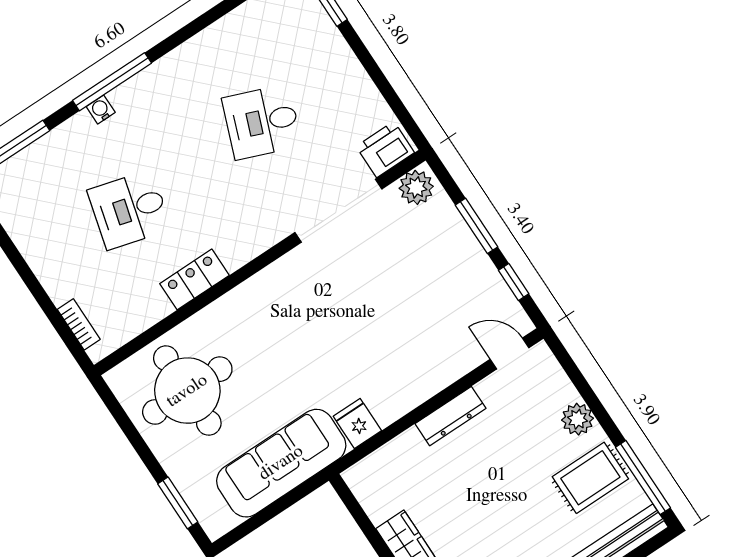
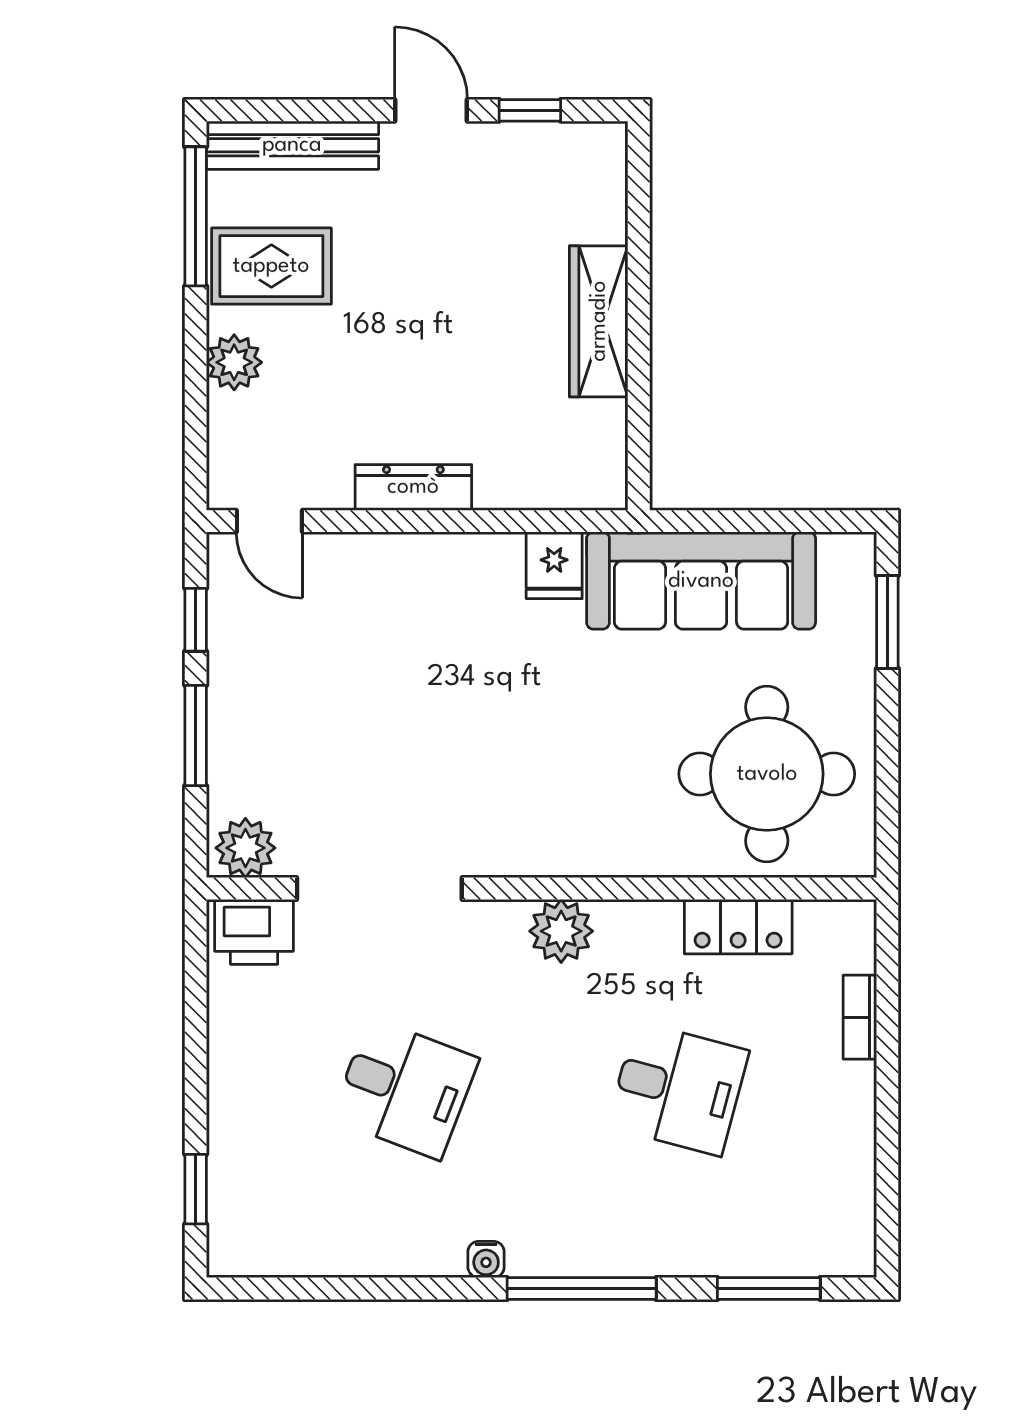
water cooler: (101, 109) -> (486, 1259), moved
plant: (237, 248) -> (561, 931), added
locker: (194, 279) -> (738, 927), moved
bookcase: (79, 324) -> (860, 1017), moved

